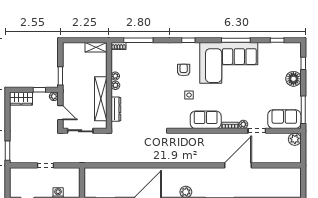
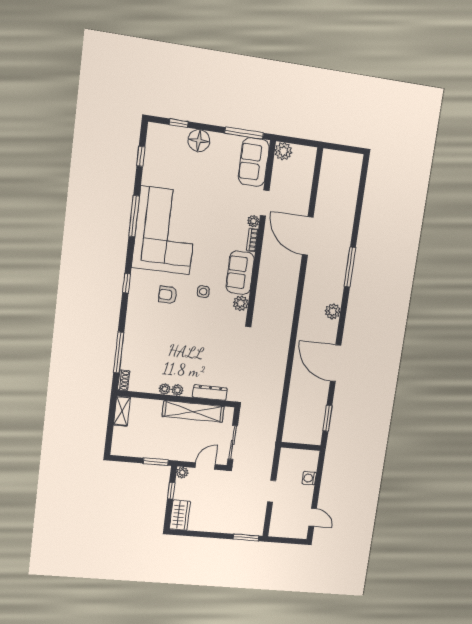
plant: (184, 123) -> (241, 303), added

